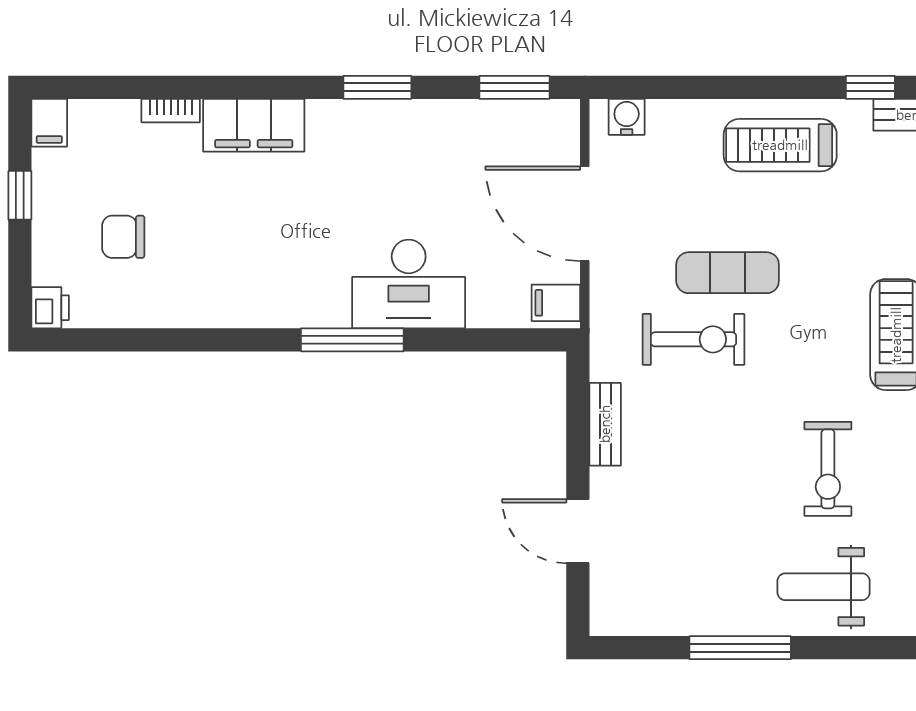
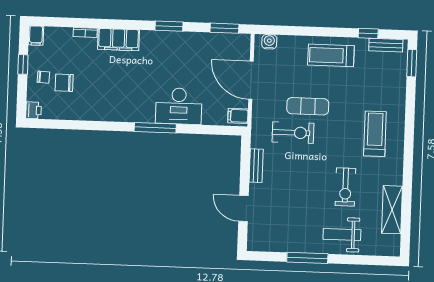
chair: (71, 225) -> (43, 77), added

